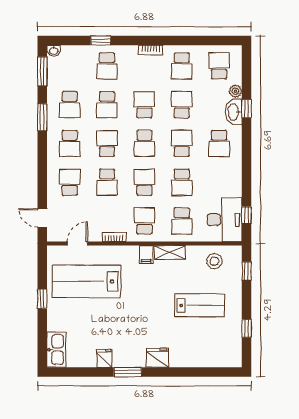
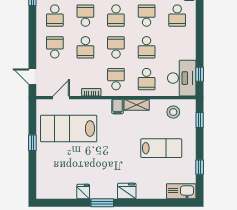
kitchen sink: (56, 350) -> (181, 191), moved, turned -90

